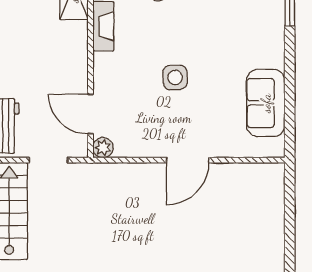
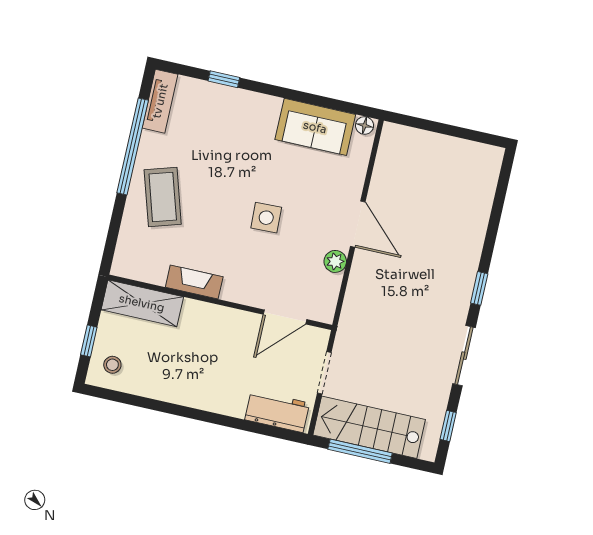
floor lamp: (277, 146) -> (365, 125), added
plant: (103, 148) -> (335, 261), moved

